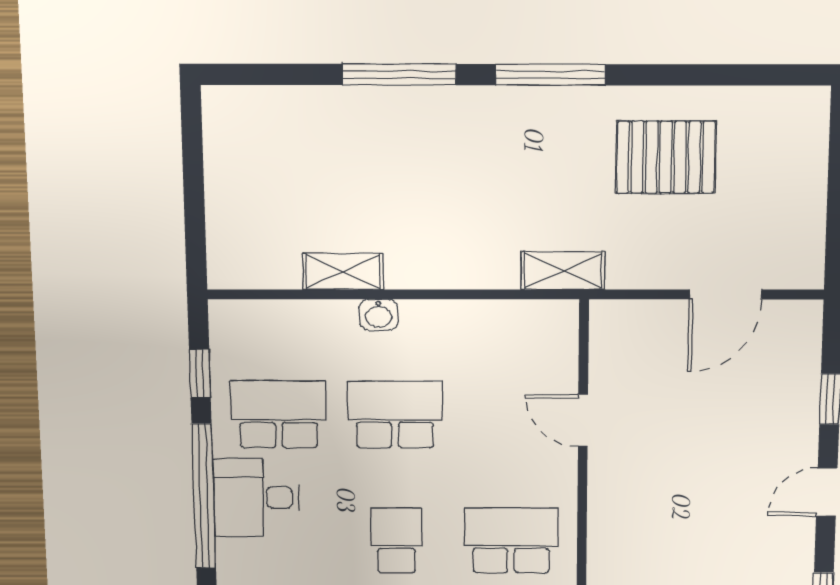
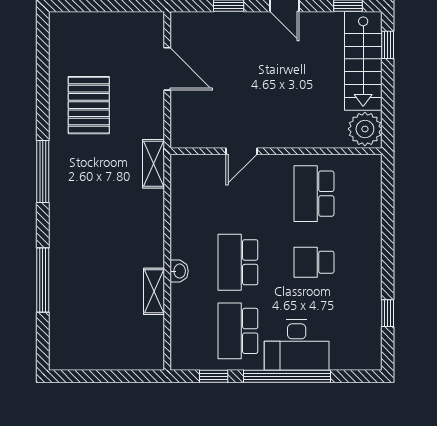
window: (399, 75) -> (43, 280), moved
desk: (256, 498) -> (297, 345), width x1.37

